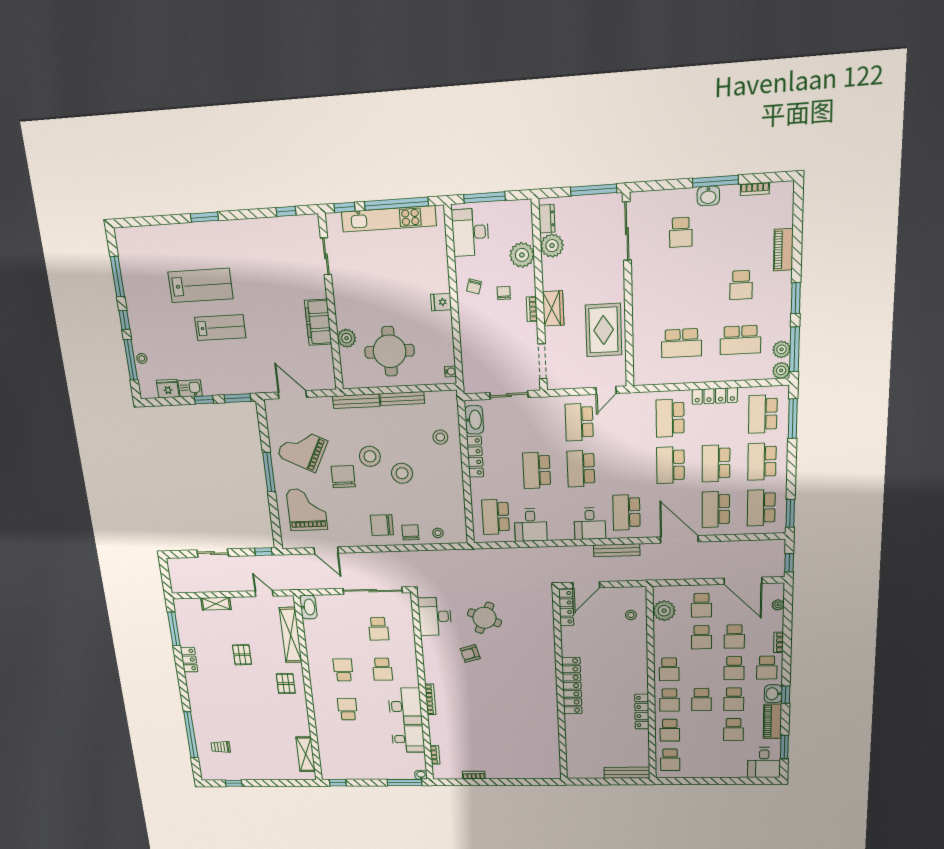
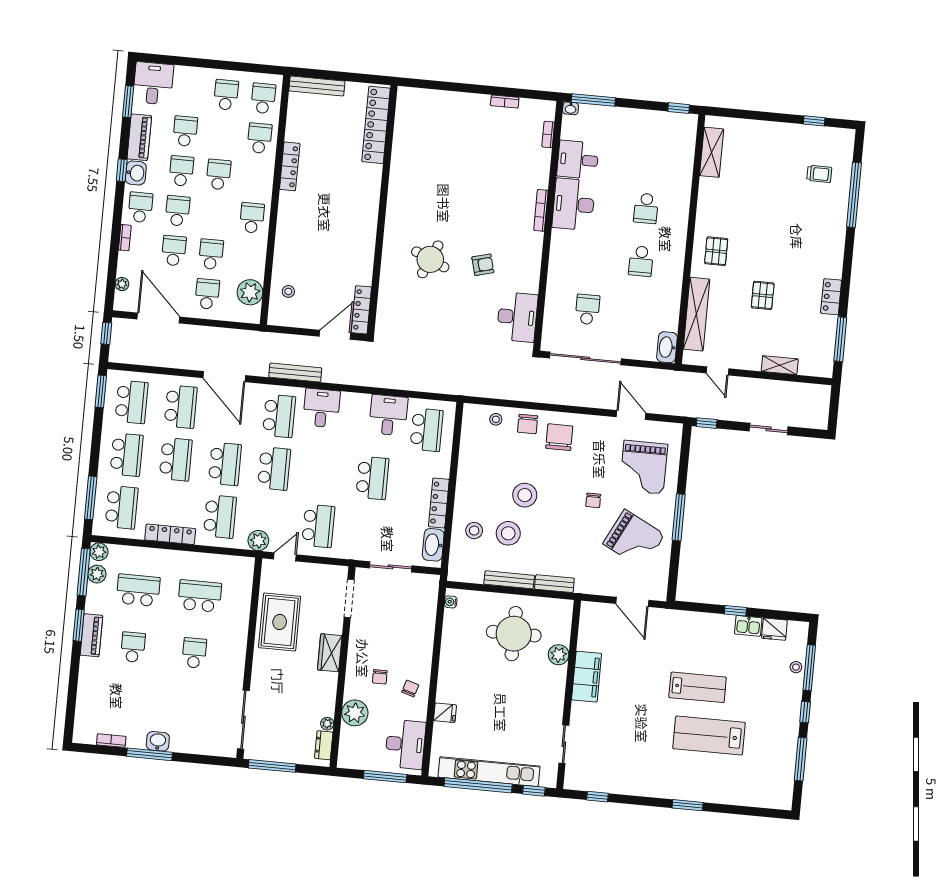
school desk: (681, 232) -> (194, 653), moved
plant: (552, 246) -> (327, 724), width x0.53, depth x0.53
piano: (783, 250) -> (91, 635), moved
fridge: (441, 302) -> (445, 713), moved
bookcase: (532, 309) -> (352, 655), removed
lab bench: (220, 328) -> (698, 687), turned 180
window: (238, 398) -> (696, 607), removed
bench: (356, 401) -> (554, 584), width x0.73
plant: (632, 402) -> (258, 541), added
stool: (370, 456) -> (508, 533), moved
school desk: (581, 469) -> (274, 469), moved
chair: (343, 477) -> (593, 500), width x0.54, depth x0.54
chair: (382, 525) -> (559, 437), turned -90
round table: (484, 618) -> (430, 259), moved
school desk: (382, 669) -> (592, 257), removed
locker: (572, 686) -> (376, 125), moved
school desk: (669, 700) -> (226, 95), moved

